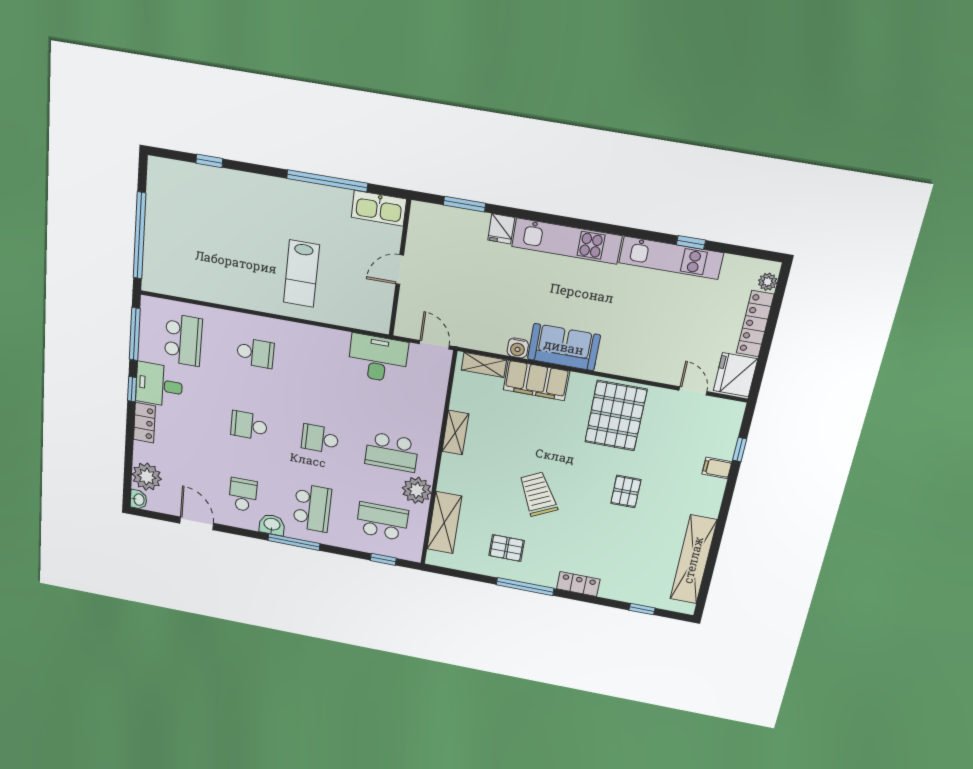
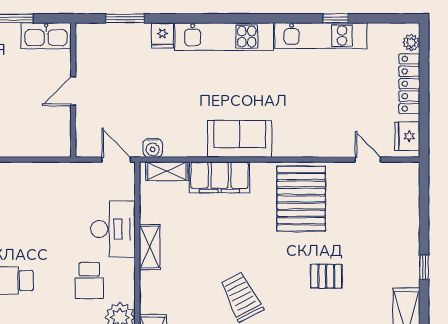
water cooler: (518, 348) -> (153, 148), moved
desk: (378, 358) -> (113, 229), moved, turned 90
fridge: (735, 375) -> (407, 136), width x0.73, depth x0.75
window: (740, 450) -> (424, 267), moved
school desk: (392, 452) -> (89, 280), width x0.54
filing cabinet: (717, 468) -> (407, 234), removed
pallet: (626, 492) -> (326, 276), turned 90

